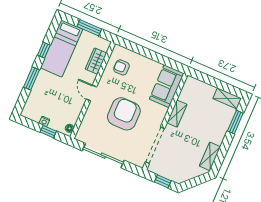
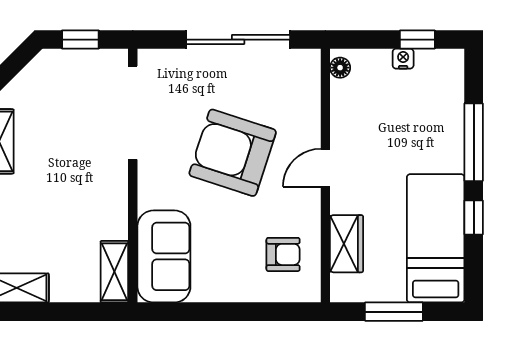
window: (32, 78) -> (474, 142), width x1.44
door: (91, 93) -> (325, 168), swing flipped
armchair: (124, 114) -> (233, 153), turned 108
shelving: (177, 114) -> (114, 272), moved
window: (48, 132) -> (417, 40), moved

